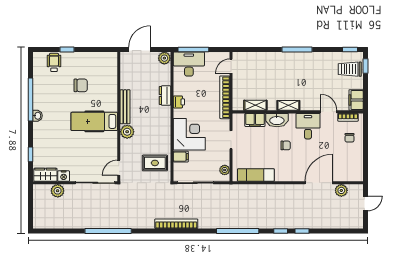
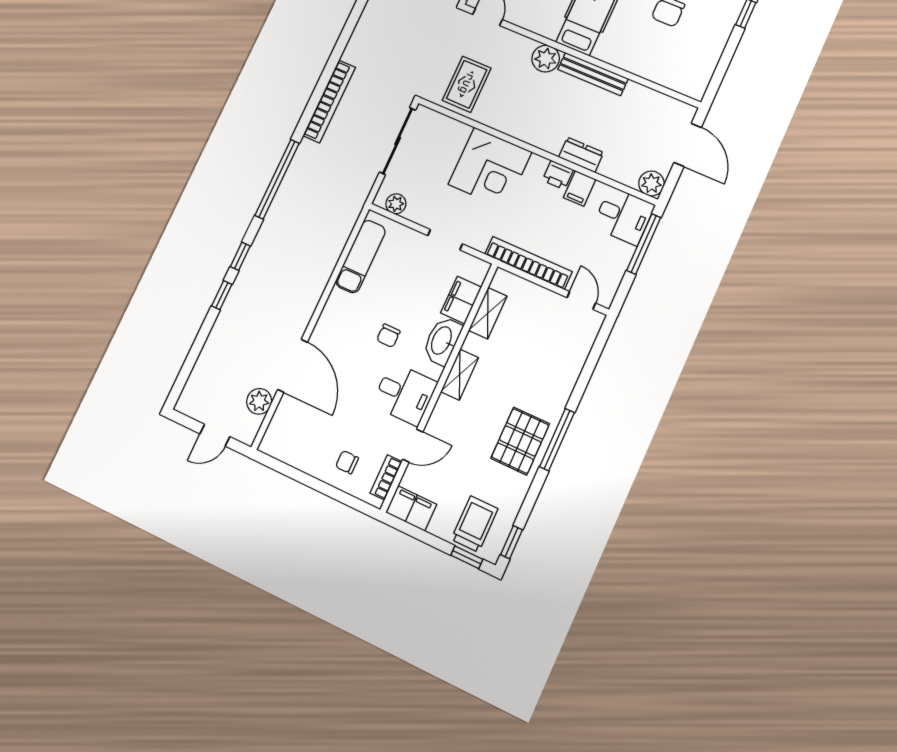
desk: (189, 64) -> (624, 216), width x0.73
pallet: (305, 65) -> (520, 441), added
filing cabinet: (181, 157) -> (580, 188), moved
door: (365, 203) -> (215, 435), hinge flipped
bookcase: (176, 224) -> (329, 101), moved

